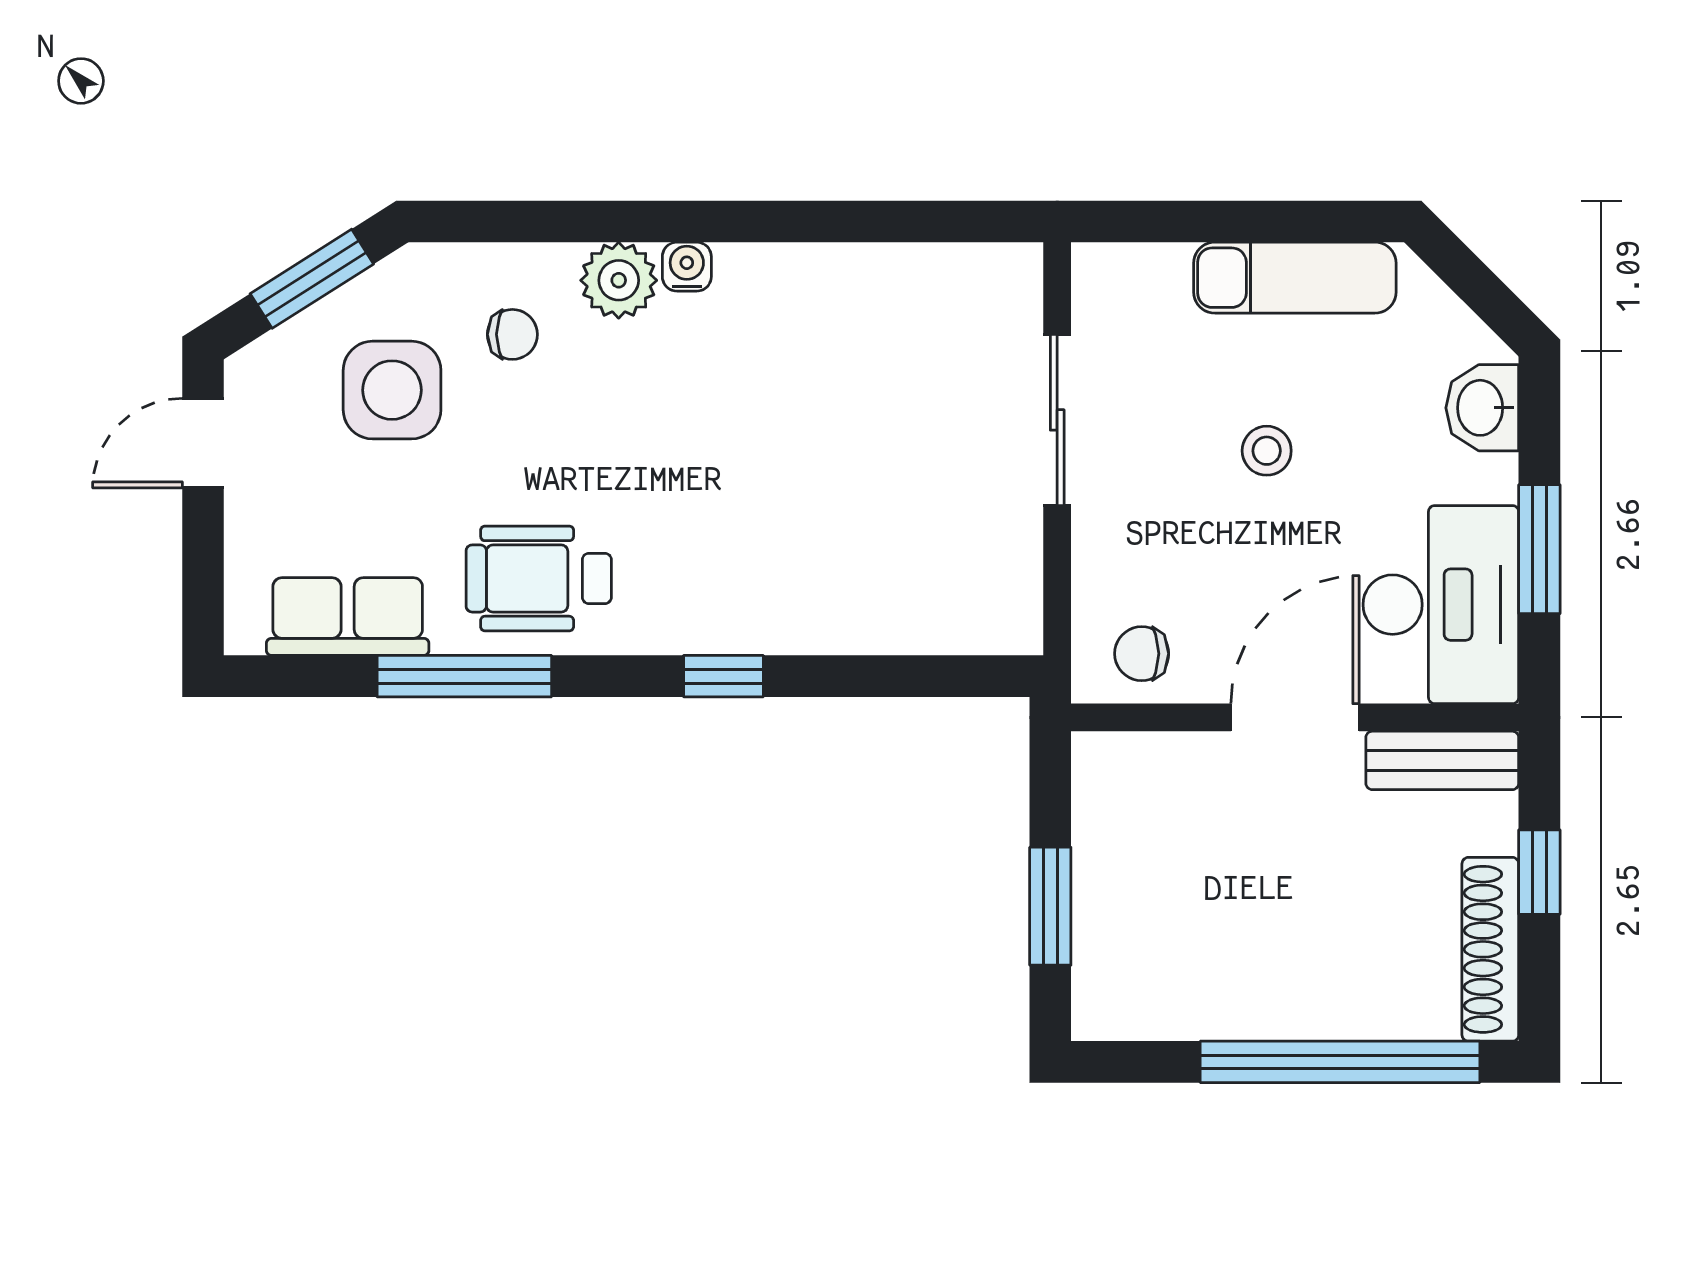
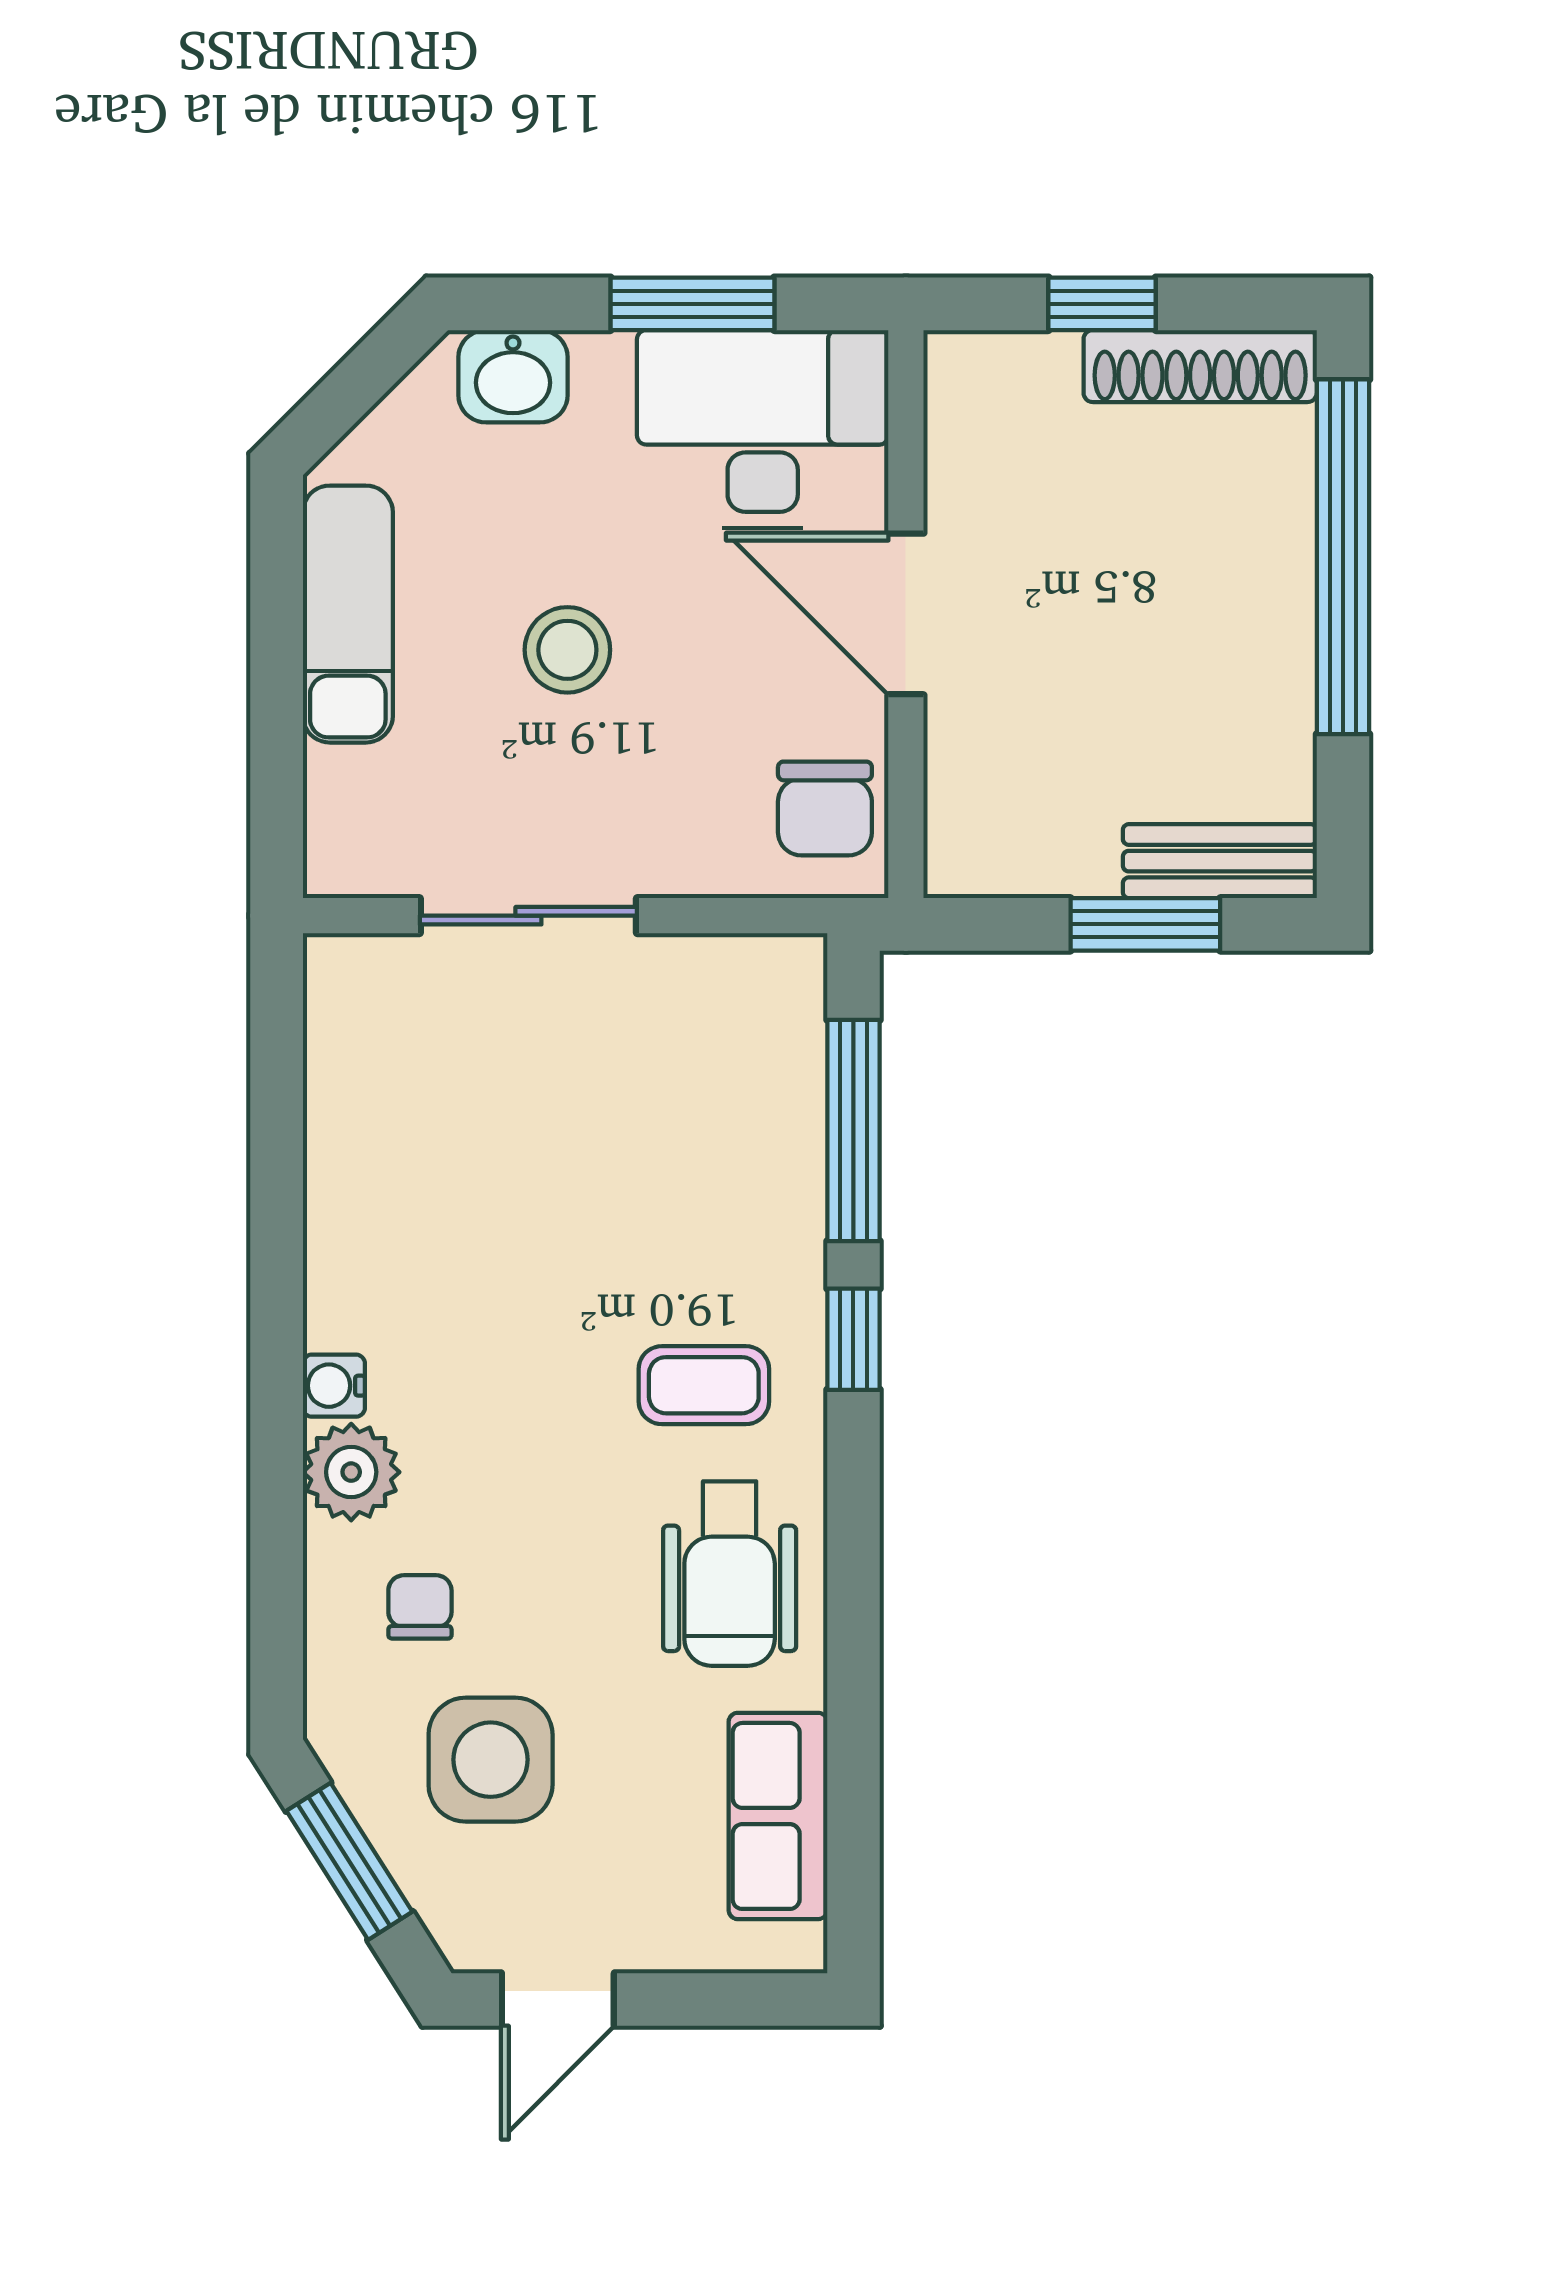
door: (203, 443) -> (558, 2000), hinge flipped
stool: (1267, 451) -> (567, 650), width x1.37, depth x1.37
coffee table: (687, 558) -> (704, 1385), added
chair: (1142, 654) -> (825, 808), width x1.37, depth x1.37
window: (464, 676) -> (853, 1131), moved
bench: (1442, 760) -> (1220, 861), moved, turned 90

